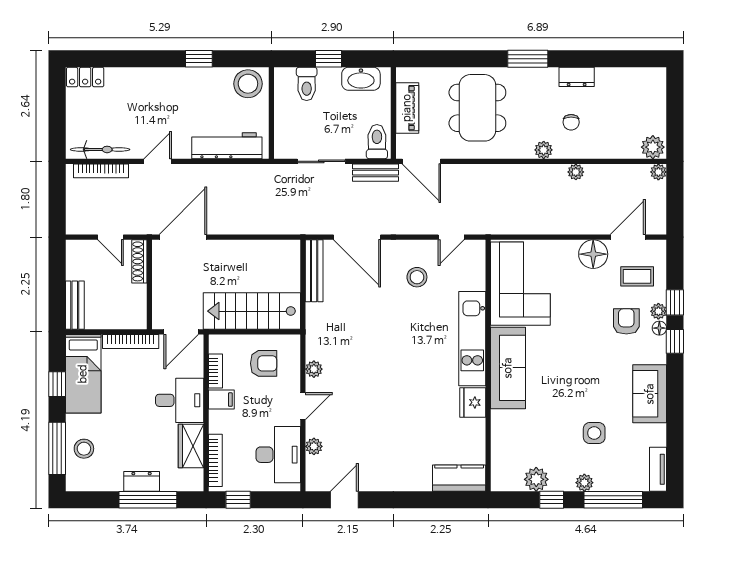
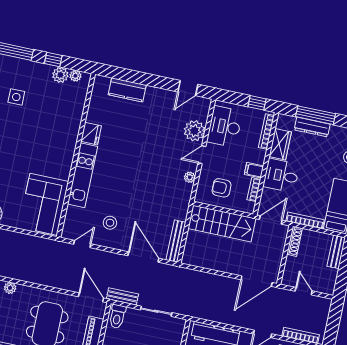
shoe rack: (139, 261) -> (295, 241), moved
sofa: (508, 368) -> (63, 151), removed
plant: (314, 446) -> (194, 131), width x1.87, depth x1.87
kitchen counter: (459, 478) -> (127, 90), moved
dresser: (142, 481) -> (312, 127), width x1.44
plant: (584, 483) -> (75, 76), moved

